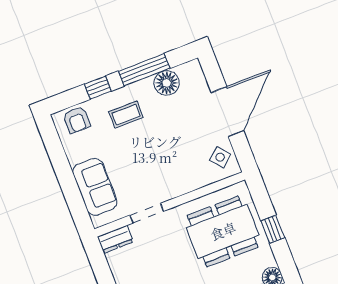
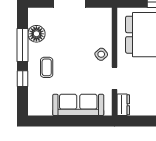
armchair: (77, 120) -> (38, 100), removed
side table: (220, 157) -> (101, 54), moved
sofa: (95, 187) -> (78, 105), width x1.36

